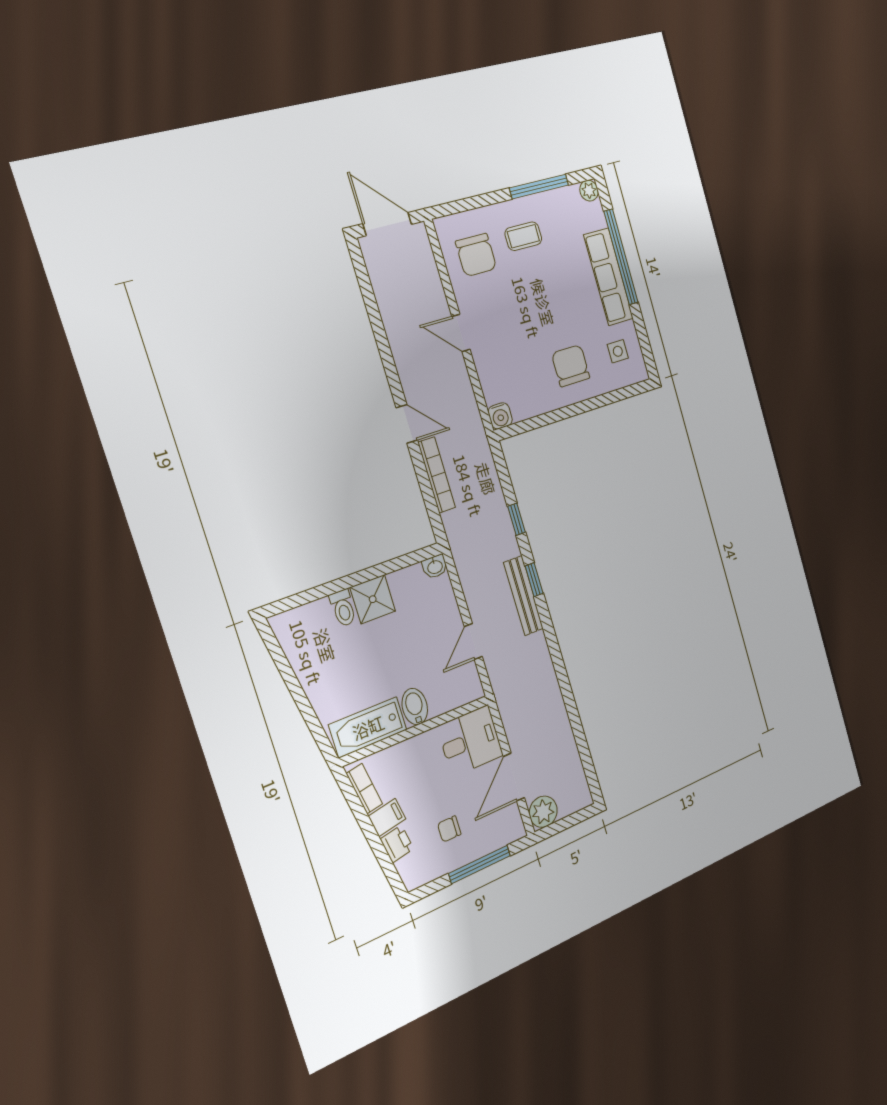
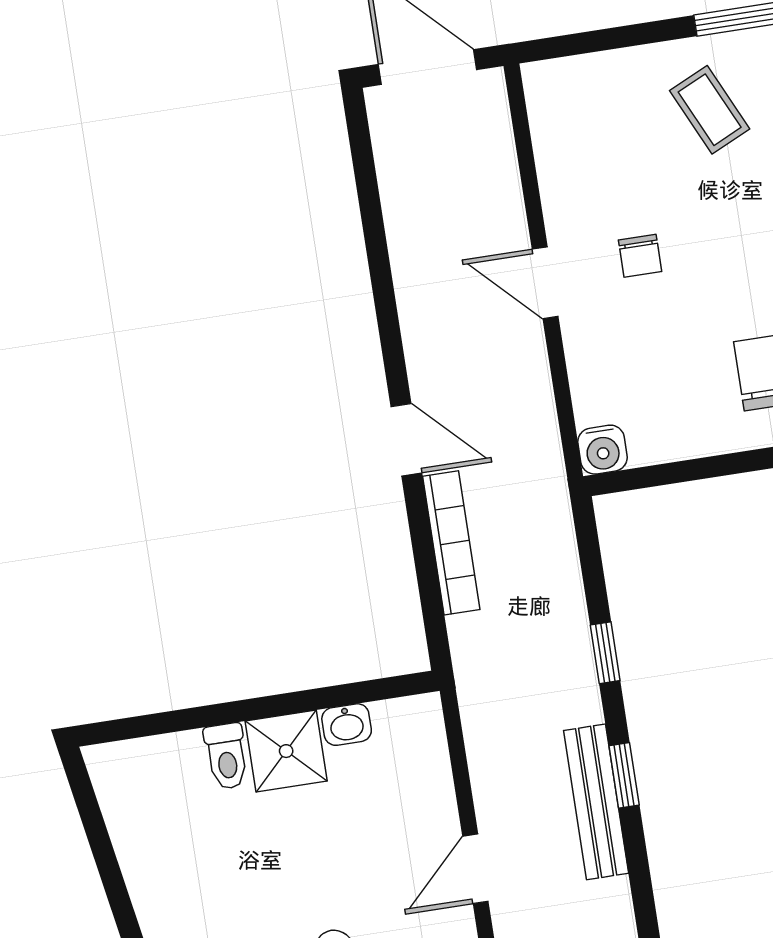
coffee table: (523, 236) -> (710, 110), turned 65
chair: (476, 255) -> (640, 256), moved, width x0.54, depth x0.54
washbasin: (435, 567) -> (347, 725), moved

